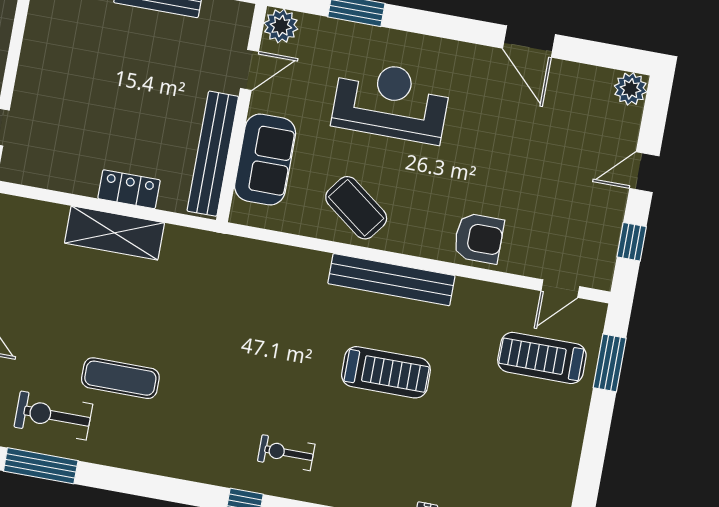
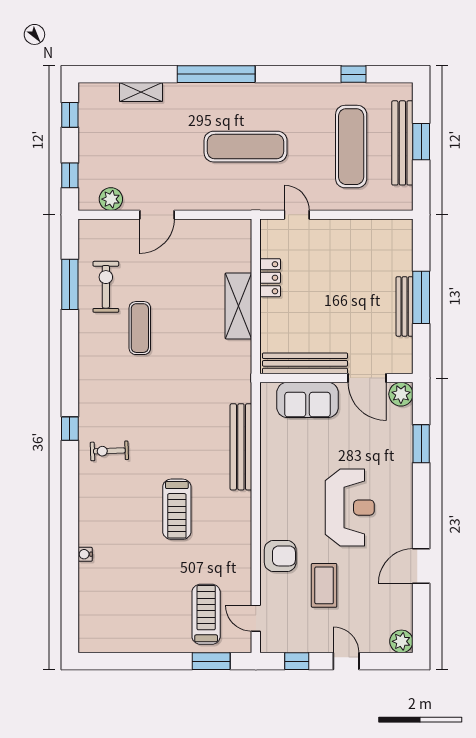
door: (249, 70) -> (367, 378), width x1.38
reception desk: (391, 101) -> (350, 508), moved
locker: (129, 189) -> (270, 278), moved
coffee table: (356, 208) -> (324, 585), moved, turned -37
armchair: (479, 238) -> (280, 556), turned -90
bench: (391, 280) -> (241, 447), moved
exercise bike: (286, 453) -> (109, 451), turned -92

